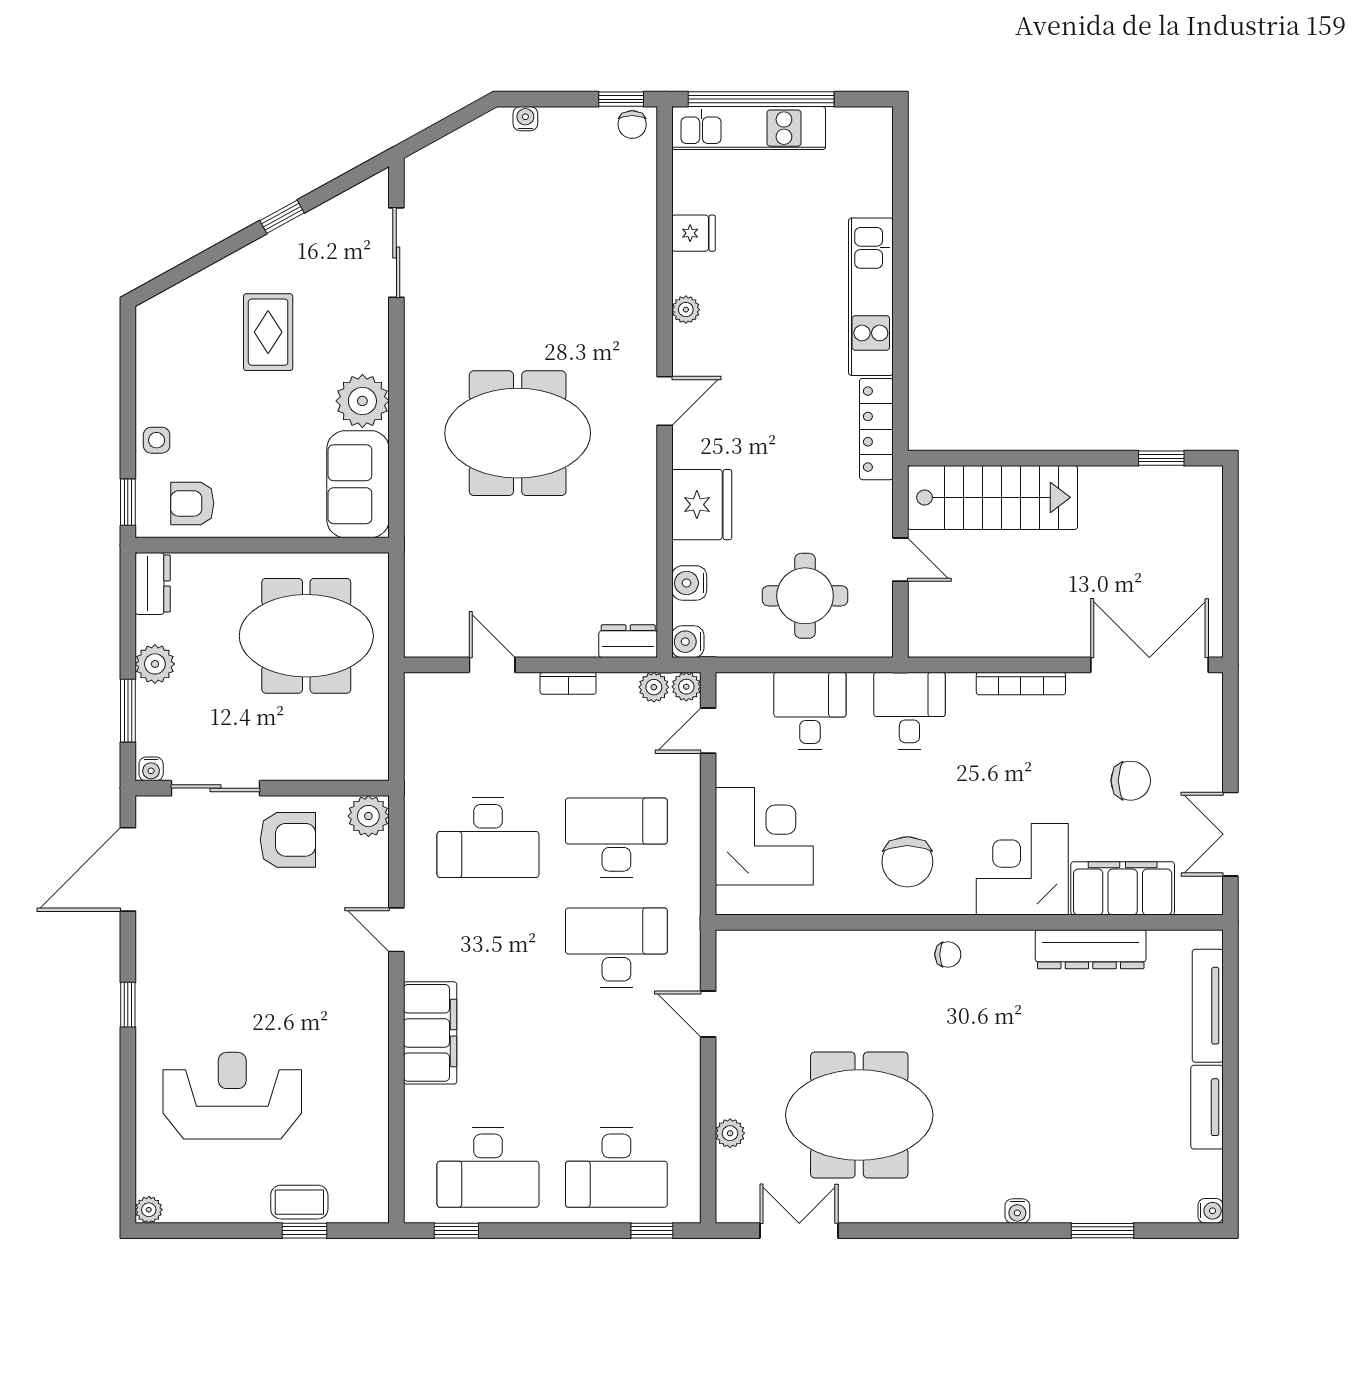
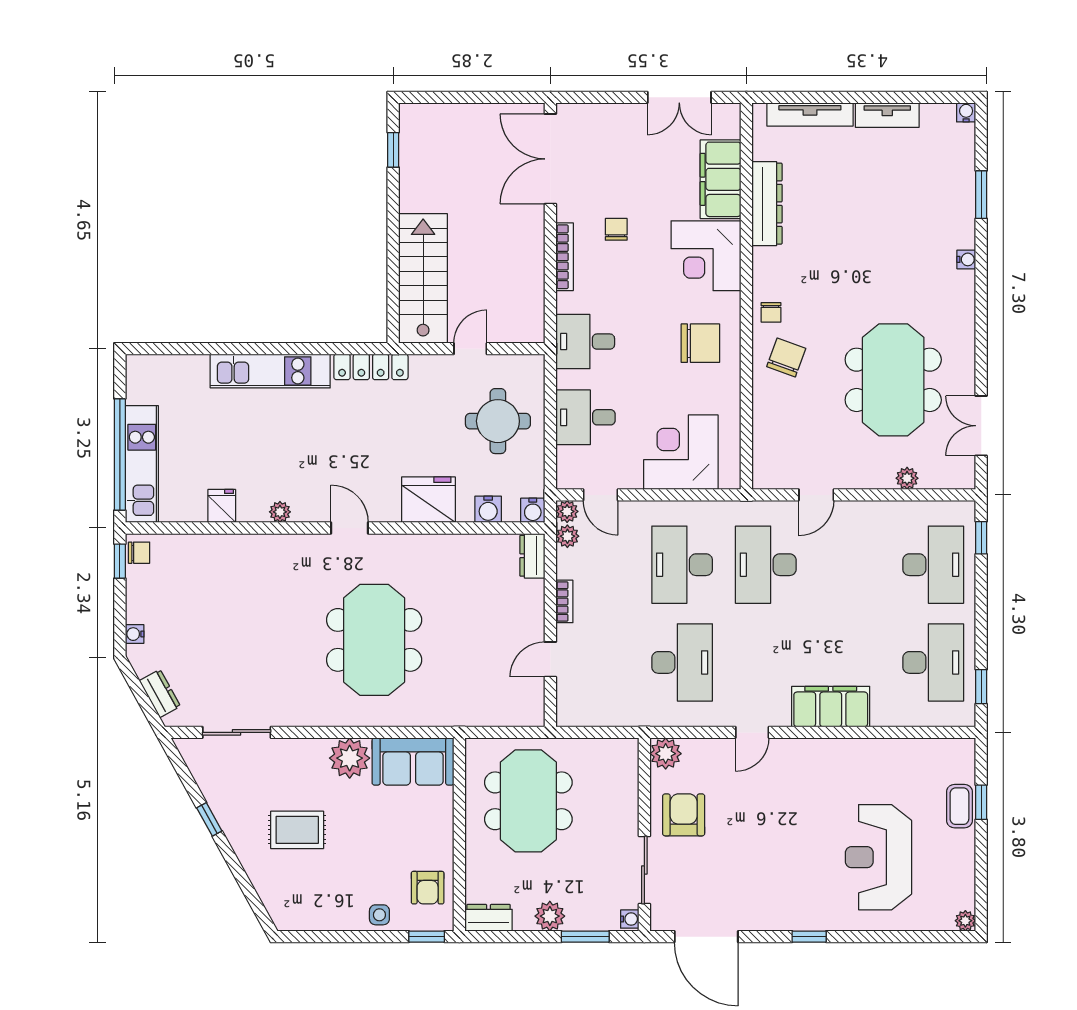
dresser: (447, 152) -> (160, 694), added
chair: (1131, 781) -> (616, 229), moved, width x0.73, depth x0.73
chair: (948, 955) -> (771, 312), turned 180
chair: (889, 974) -> (786, 357), added

